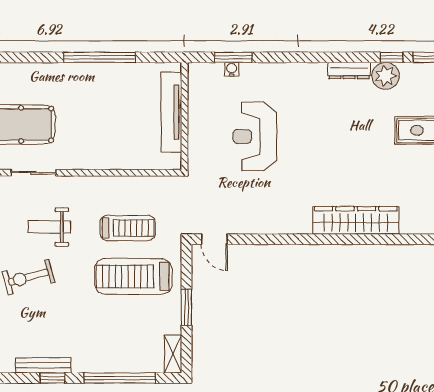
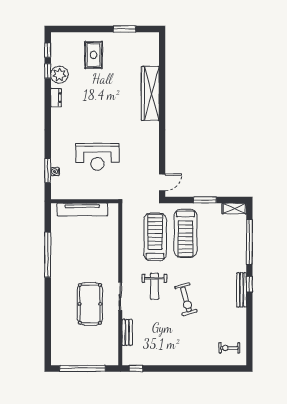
dresser: (349, 71) -> (56, 98), width x0.70
treadmill: (128, 228) -> (155, 237), width x1.37, depth x1.38

